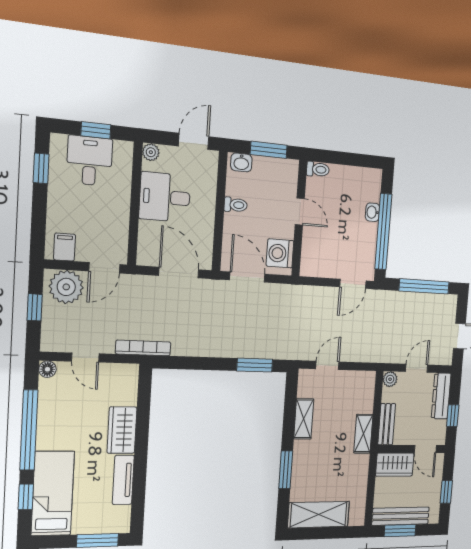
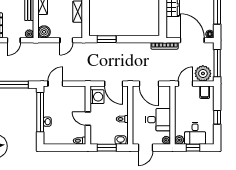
plant: (124, 150) -> (179, 140), added
window: (41, 168) -> (217, 117), moved
window: (35, 307) -> (217, 63), width x2.17
door: (85, 358) -> (192, 40), width x1.87
boiler: (365, 382) -> (44, 32), added

